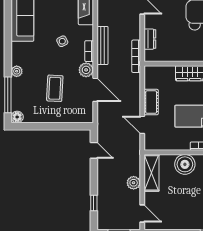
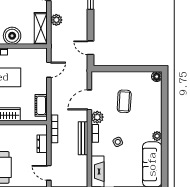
plant: (17, 71) -> (157, 136), moved
door: (95, 90) -> (89, 100), hinge flipped
window: (8, 95) -> (165, 96), removed
cot: (151, 102) -> (41, 105), moved
door: (142, 125) -> (49, 70), hinge flipped

